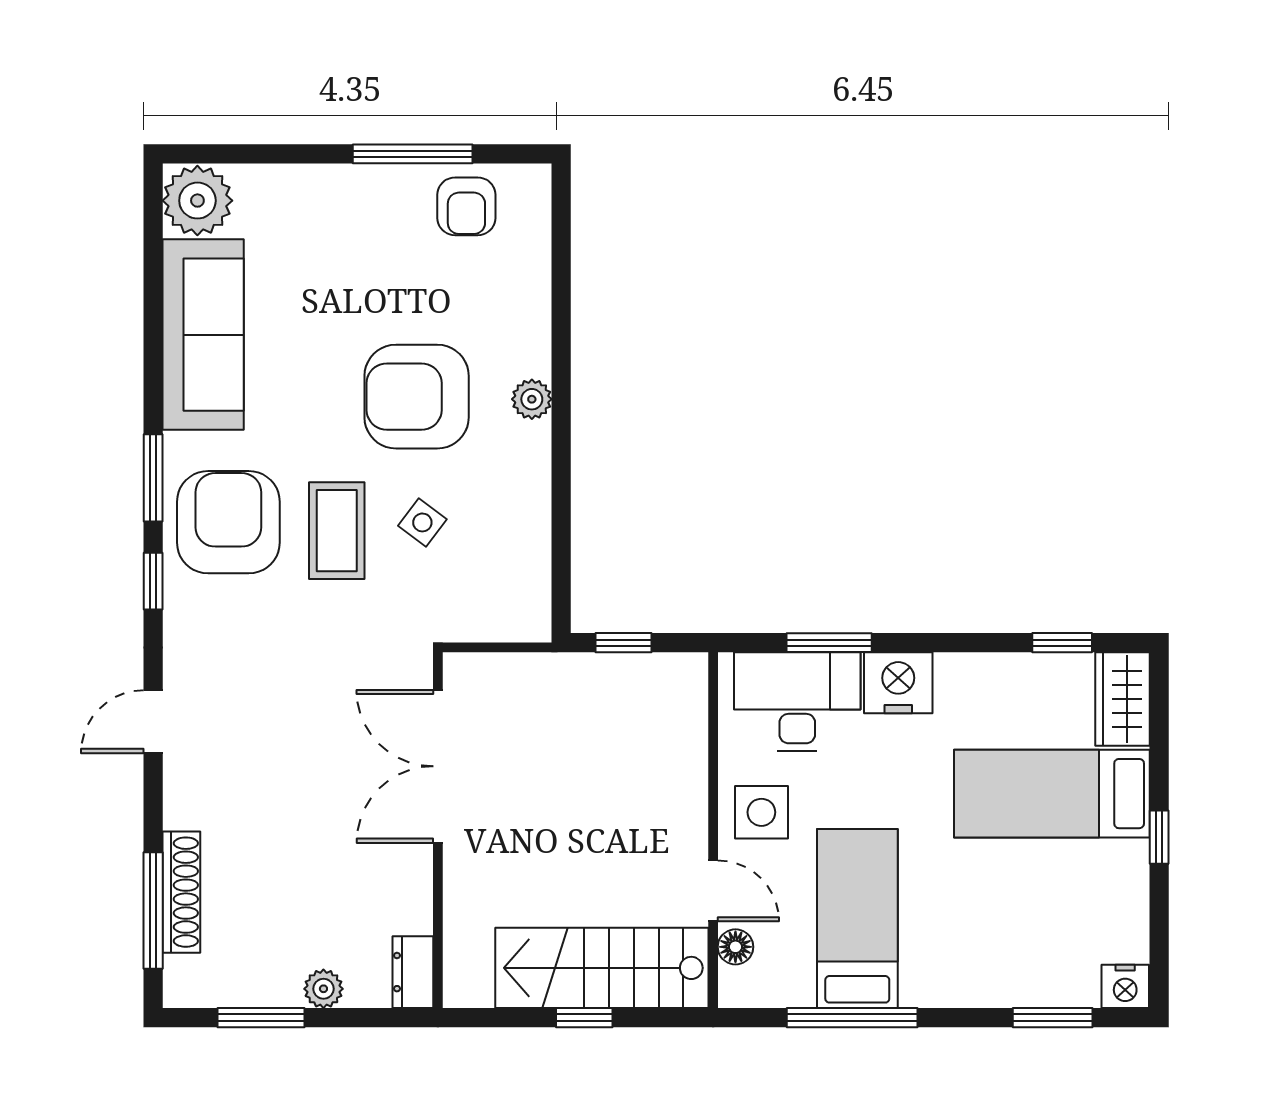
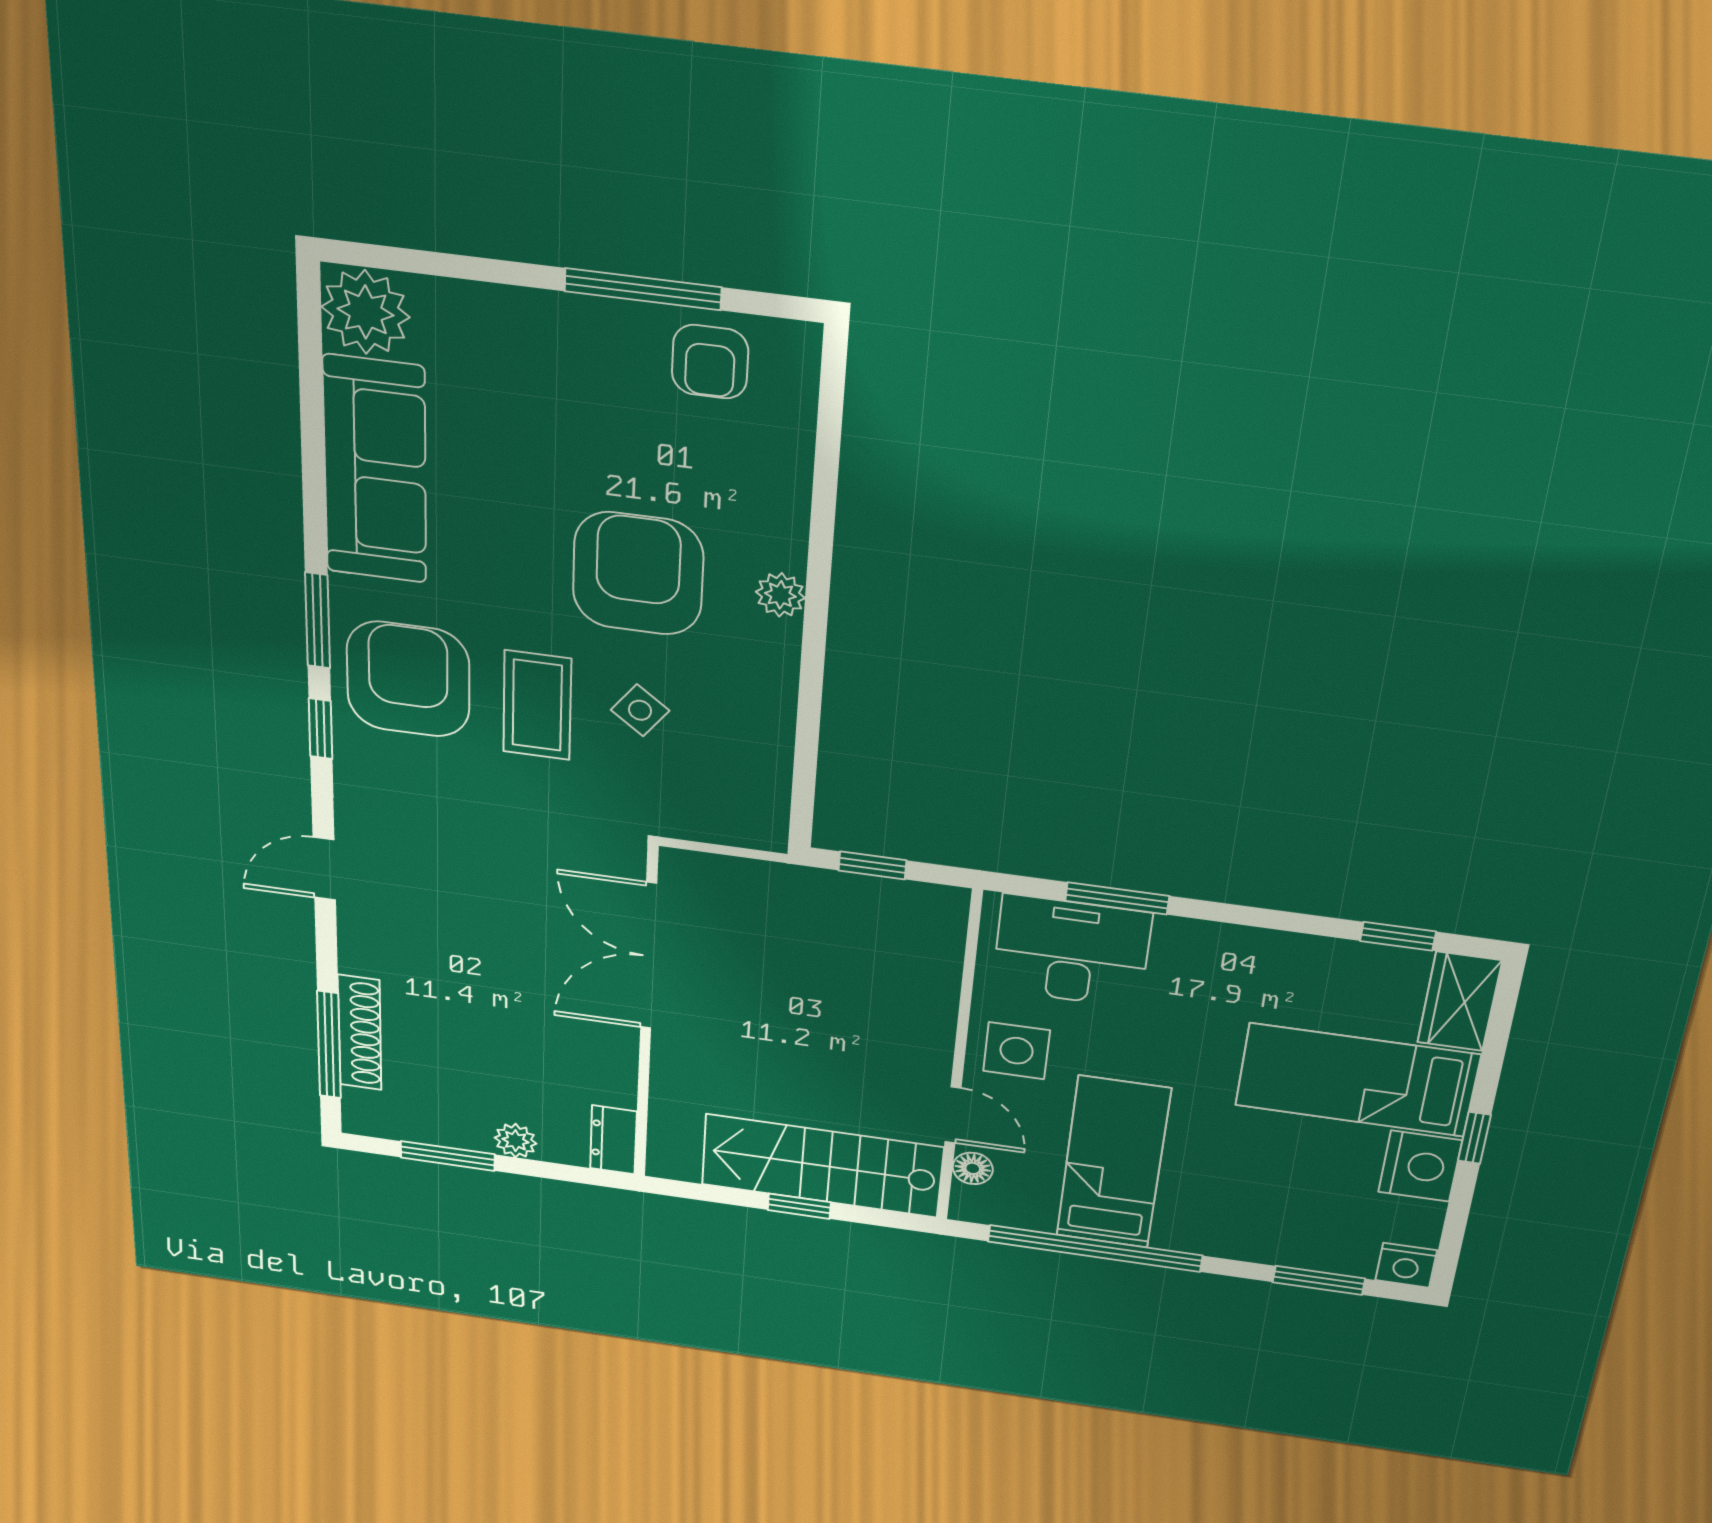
armchair: (417, 397) -> (638, 574), turned 90
nightstand: (898, 683) -> (1420, 1166), moved, turned 90
window: (852, 1018) -> (1095, 1248), width x1.46

